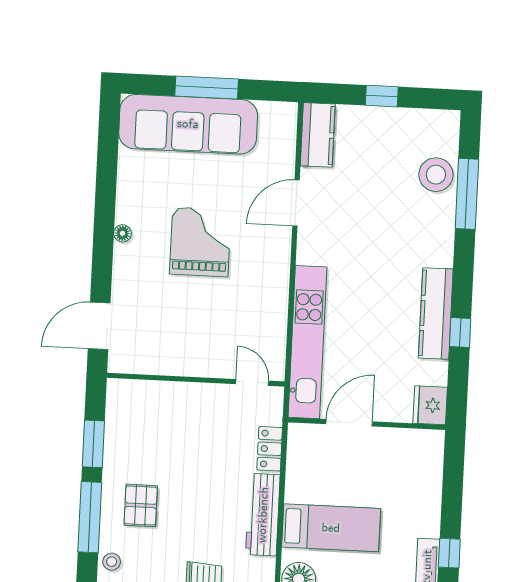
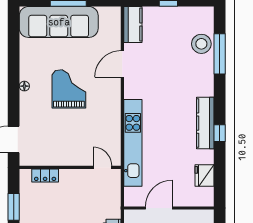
door: (349, 423) -> (159, 208), moved
wall: (367, 424) -> (169, 208), moved
locker: (270, 449) -> (45, 176), moved, turned -90

